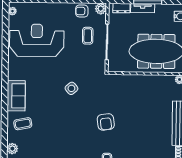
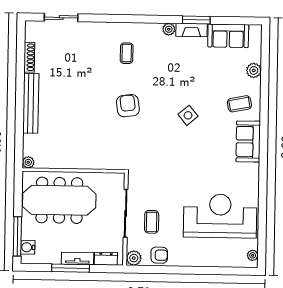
reception desk: (37, 40) -> (220, 216), turned 180
side table: (71, 88) -> (188, 115), moved

